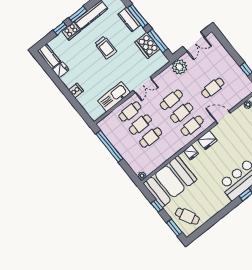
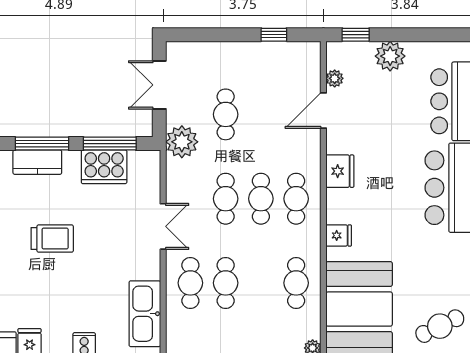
double door: (194, 42) -> (159, 85), swing flipped
cafe table: (213, 88) -> (226, 114), moved
kitchen sink: (114, 97) -> (145, 314), moved
door: (223, 117) -> (323, 111), moved
cafe table: (151, 138) -> (296, 283), moved
fridge: (207, 140) -> (340, 171), moved

